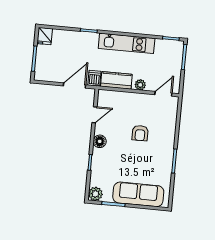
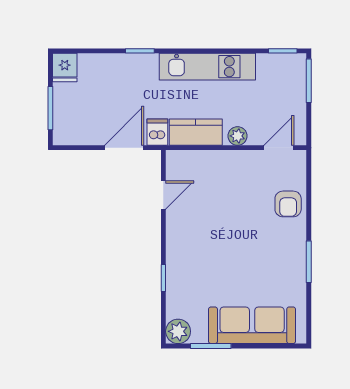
armchair: (140, 133) -> (288, 204), moved
floor lamp: (100, 141) -> (177, 240), removed

